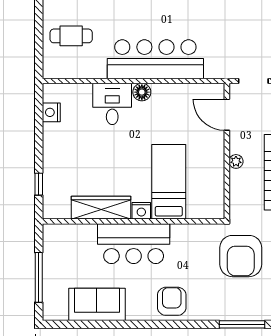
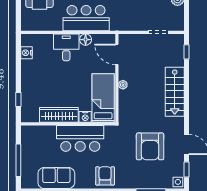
bar counter: (155, 59) -> (86, 18), width x0.73
door: (227, 115) -> (117, 54), moved
wall: (227, 151) -> (117, 78), moved
plant: (236, 161) -> (123, 85), moved

